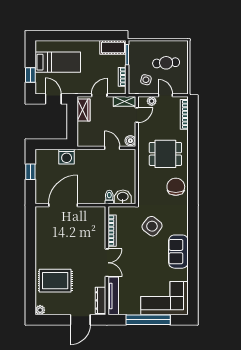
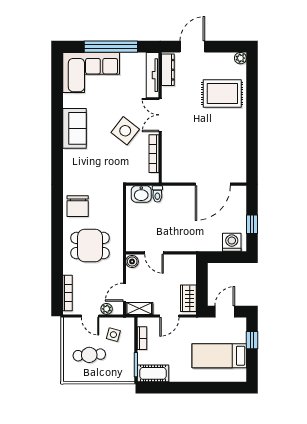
door: (53, 99) -> (225, 312), swing flipped
washing machine: (67, 157) -> (232, 242), moved
side table: (152, 226) -> (125, 131), moved

